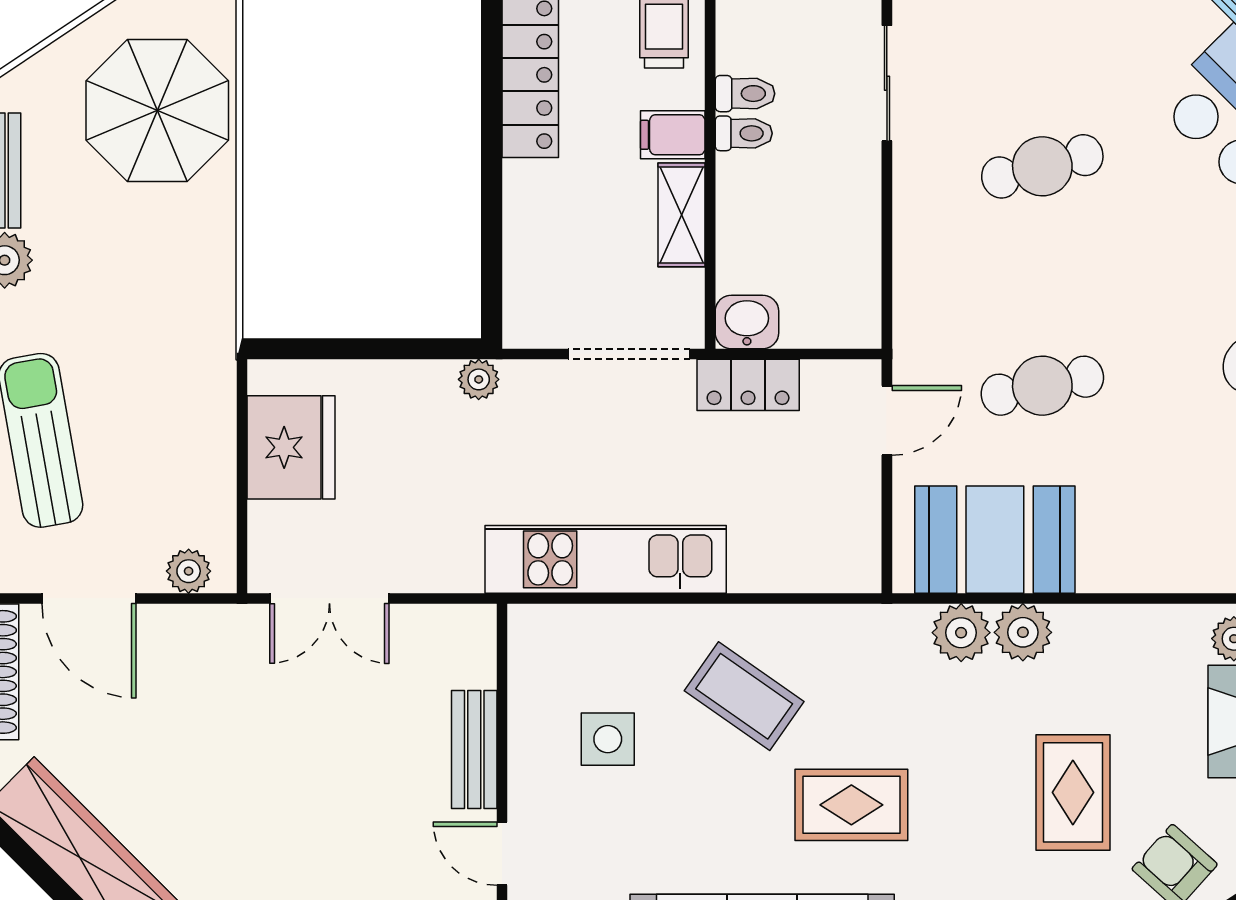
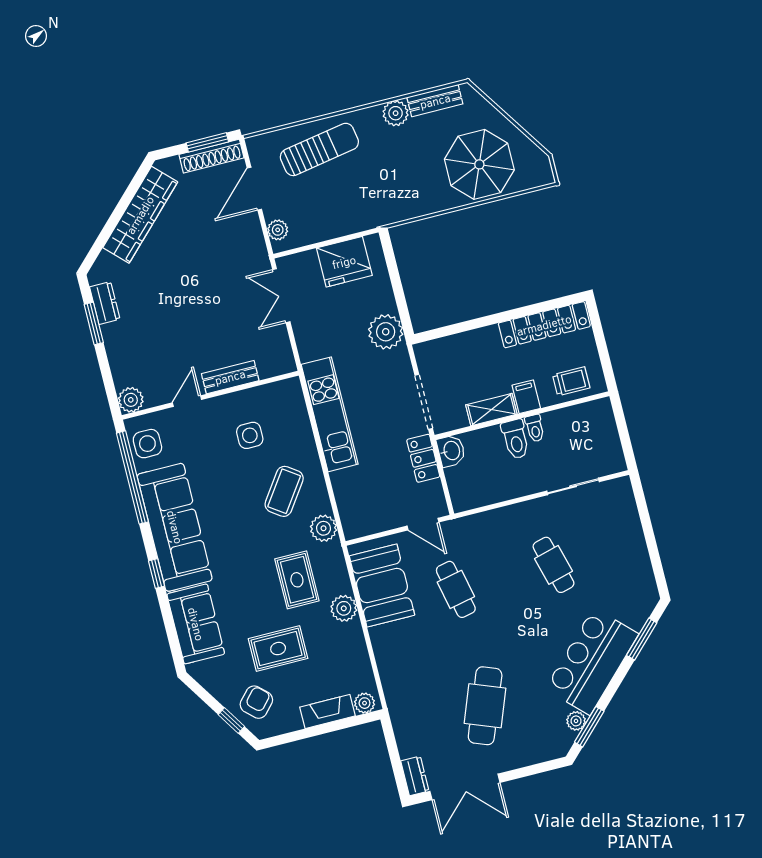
toilet: (745, 94) -> (515, 439), moved, width x1.37, depth x1.39
plant: (479, 379) -> (386, 332), width x1.88, depth x1.88
plant: (961, 633) -> (323, 528), moved
rug: (851, 805) -> (297, 580), moved

